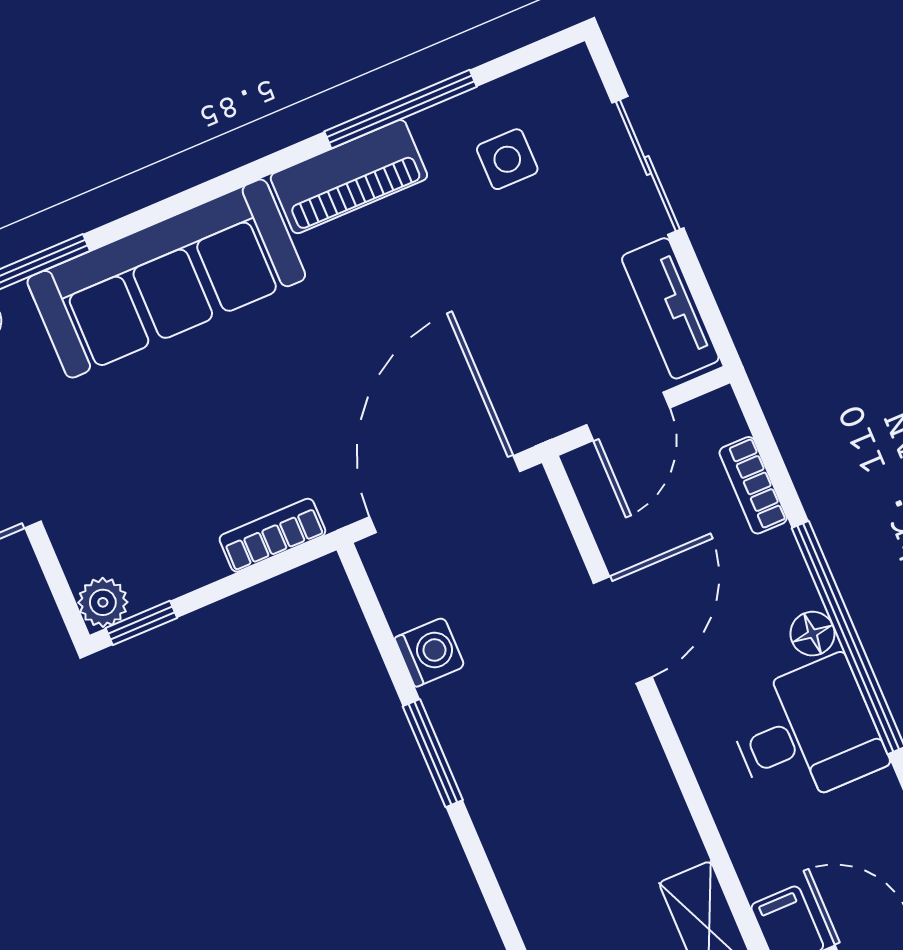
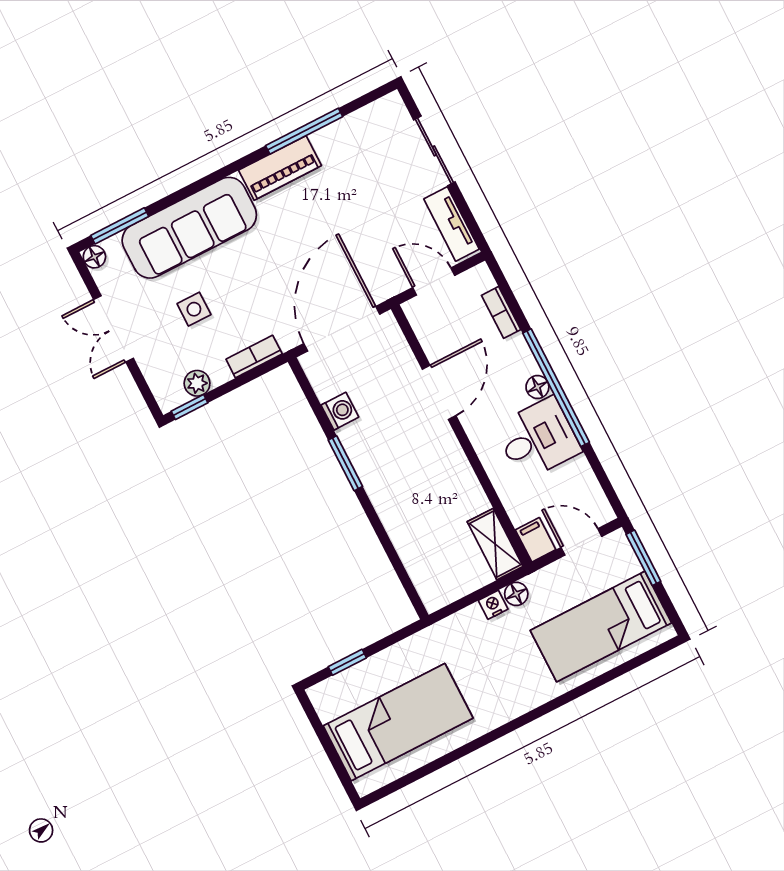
side table: (507, 159) -> (194, 309), moved
door: (628, 416) -> (434, 282), swing flipped
plant: (103, 602) -> (197, 383), moved

